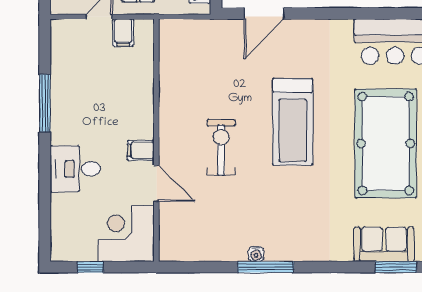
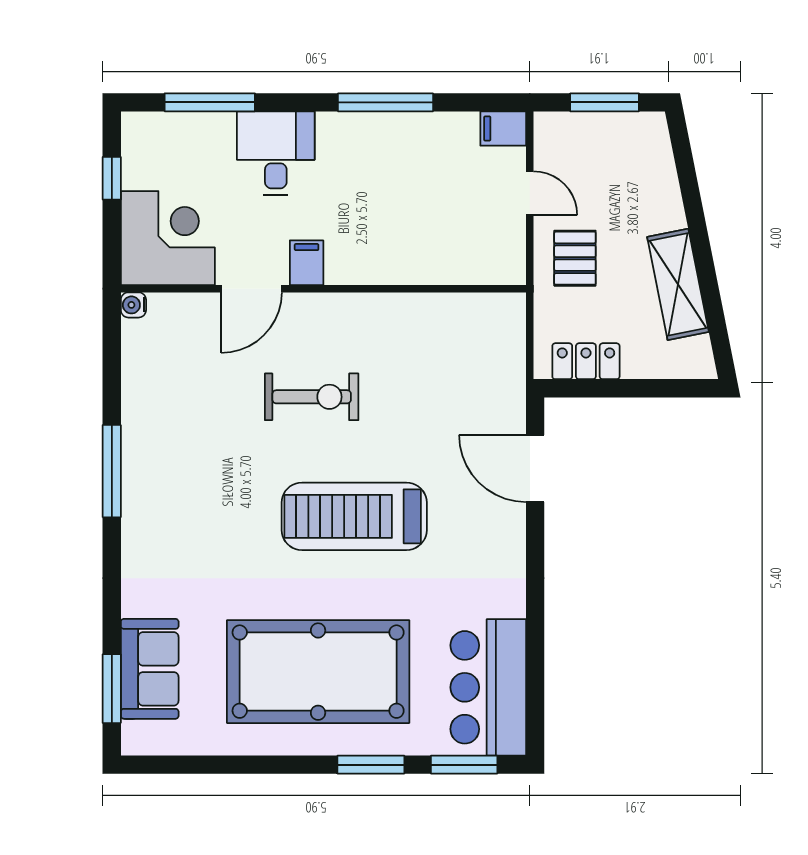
filing cabinet: (123, 33) -> (503, 129), moved
window: (45, 208) -> (210, 102), added
water cooler: (256, 254) -> (133, 305), moved

